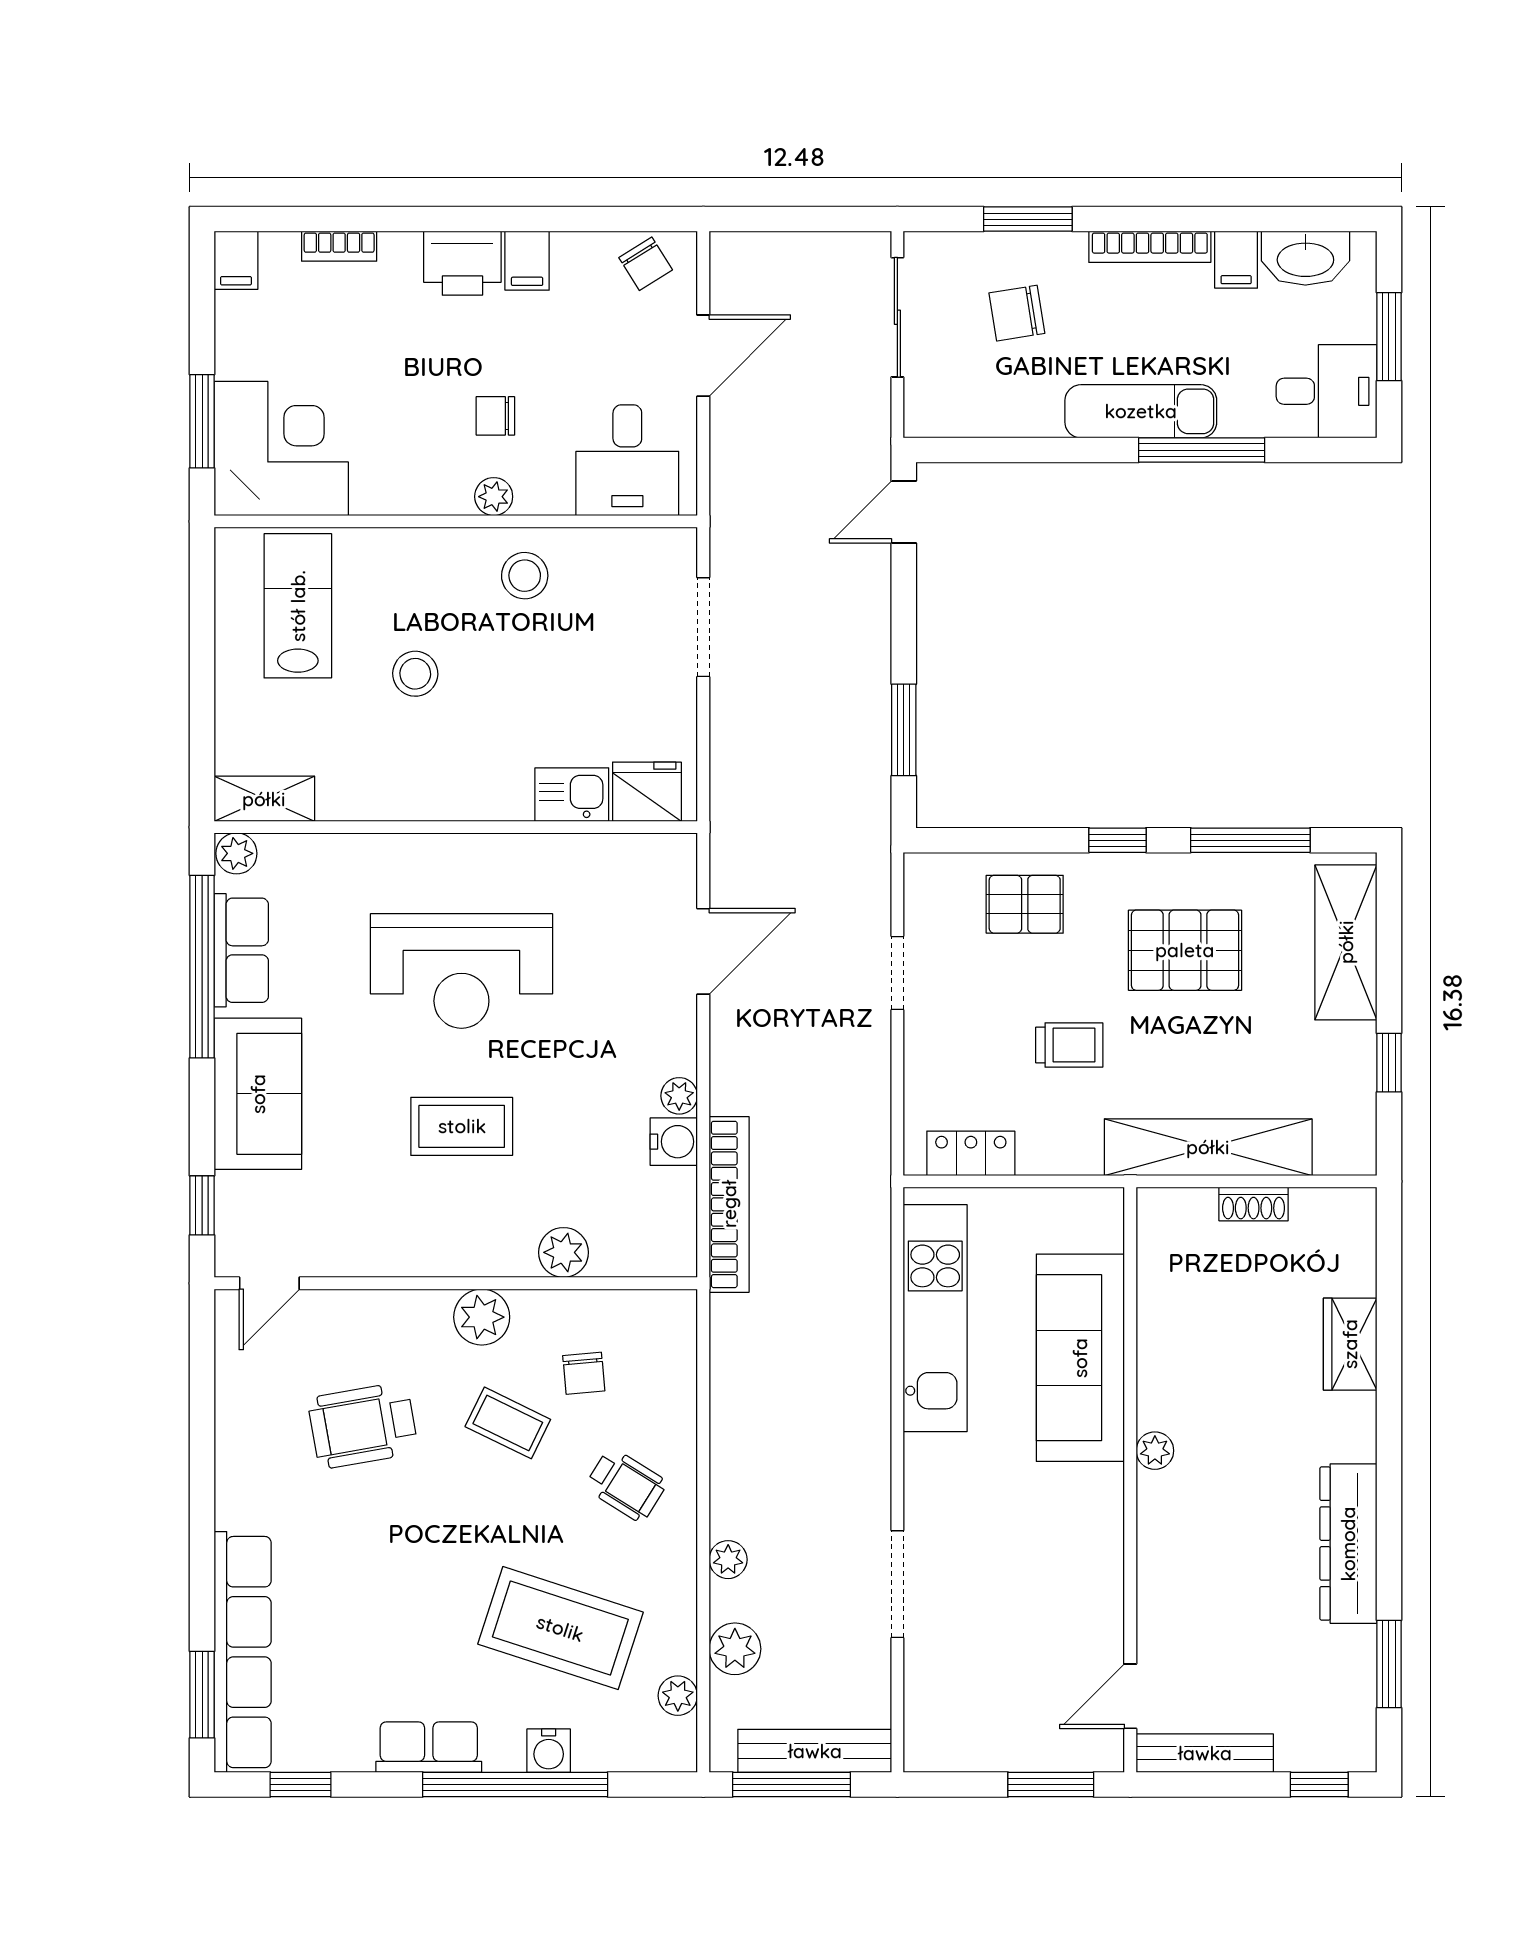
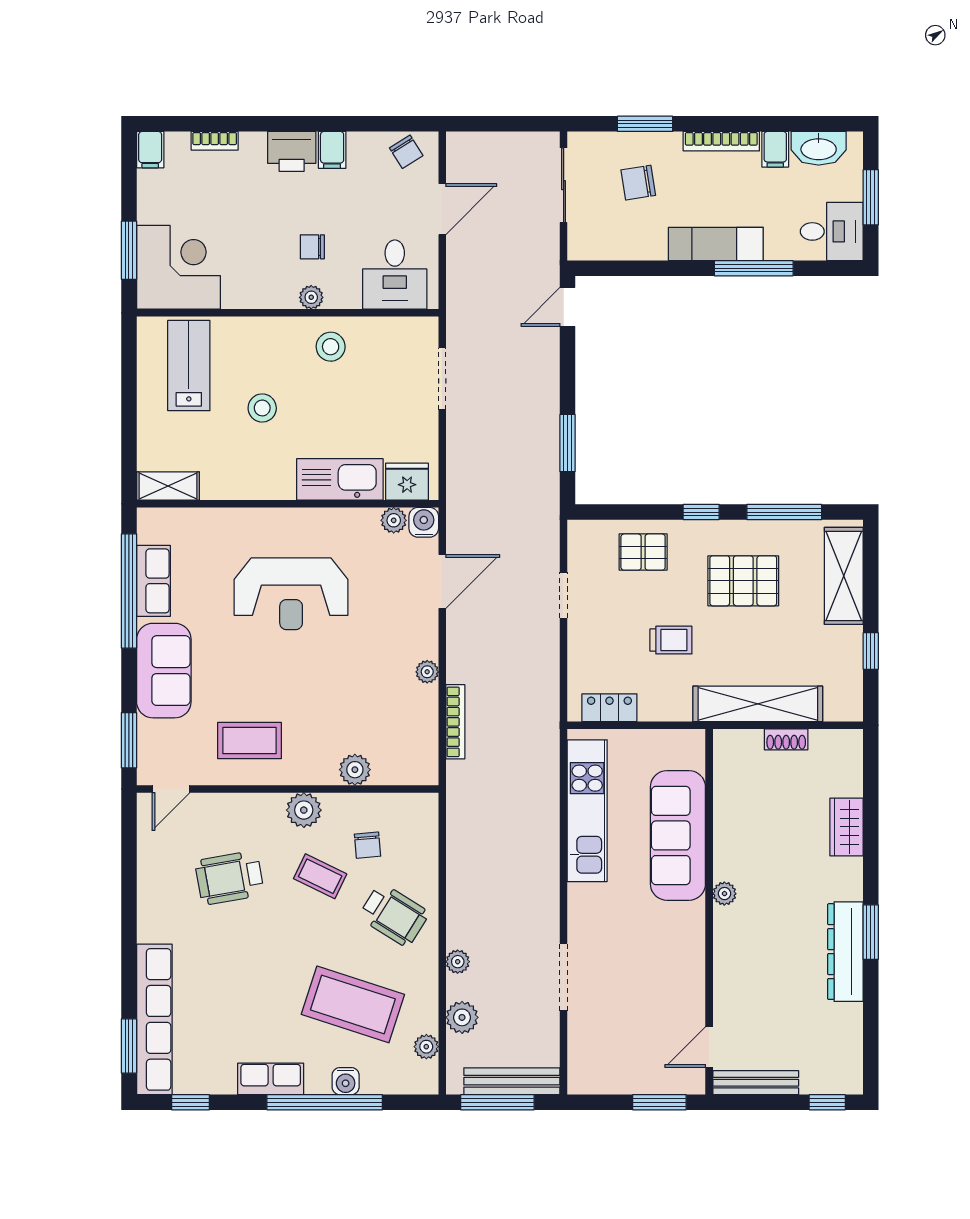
kitchen sink: (572, 795) -> (340, 479), width x1.88, depth x1.24
plant: (236, 853) -> (394, 520), moved
coffee table: (462, 1126) -> (249, 741), moved
water cooler: (674, 1142) -> (424, 522), moved, turned -90
bookcase: (729, 1204) -> (455, 722), width x0.68, depth x0.76
window: (202, 1205) -> (129, 740), width x1.50
wheelchair: (626, 1485) -> (394, 915), width x1.36, depth x1.37
window: (1389, 1664) -> (871, 932), moved

